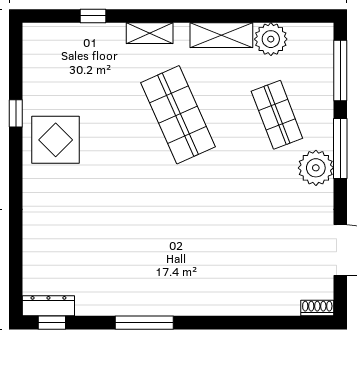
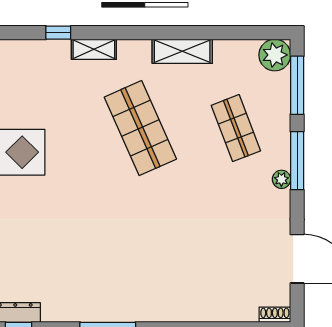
shelving: (150, 33) -> (94, 49), moved
plant: (271, 39) -> (275, 55), moved
plant: (316, 168) -> (281, 179), width x0.53, depth x0.53

